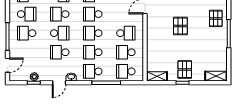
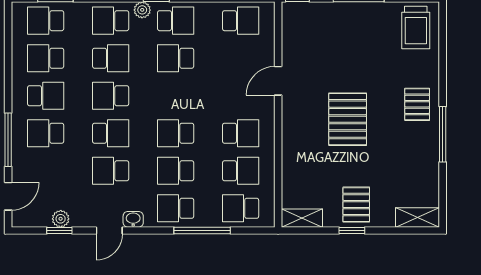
school desk: (93, 14) -> (176, 96), removed
pallet: (180, 26) -> (348, 119), width x1.50, depth x1.42
school desk: (126, 52) -> (241, 171), turned 180

